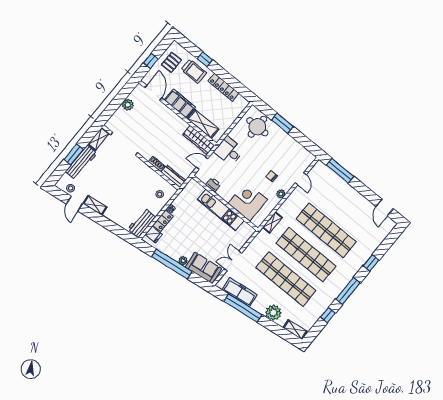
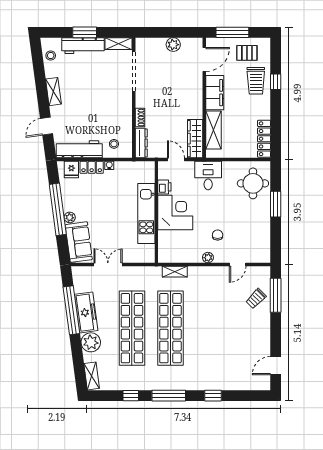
window: (151, 61) -> (232, 32), width x2.17
locker: (223, 87) -> (264, 139), moved
trolley: (332, 185) -> (256, 299), added
corner desk: (248, 201) -> (175, 212), moved
door: (75, 204) -> (47, 126), moved
workbench: (142, 223) -> (79, 149), width x1.38
shop shelf: (326, 230) -> (209, 328), removed
freezer: (240, 292) -> (86, 312), moved

